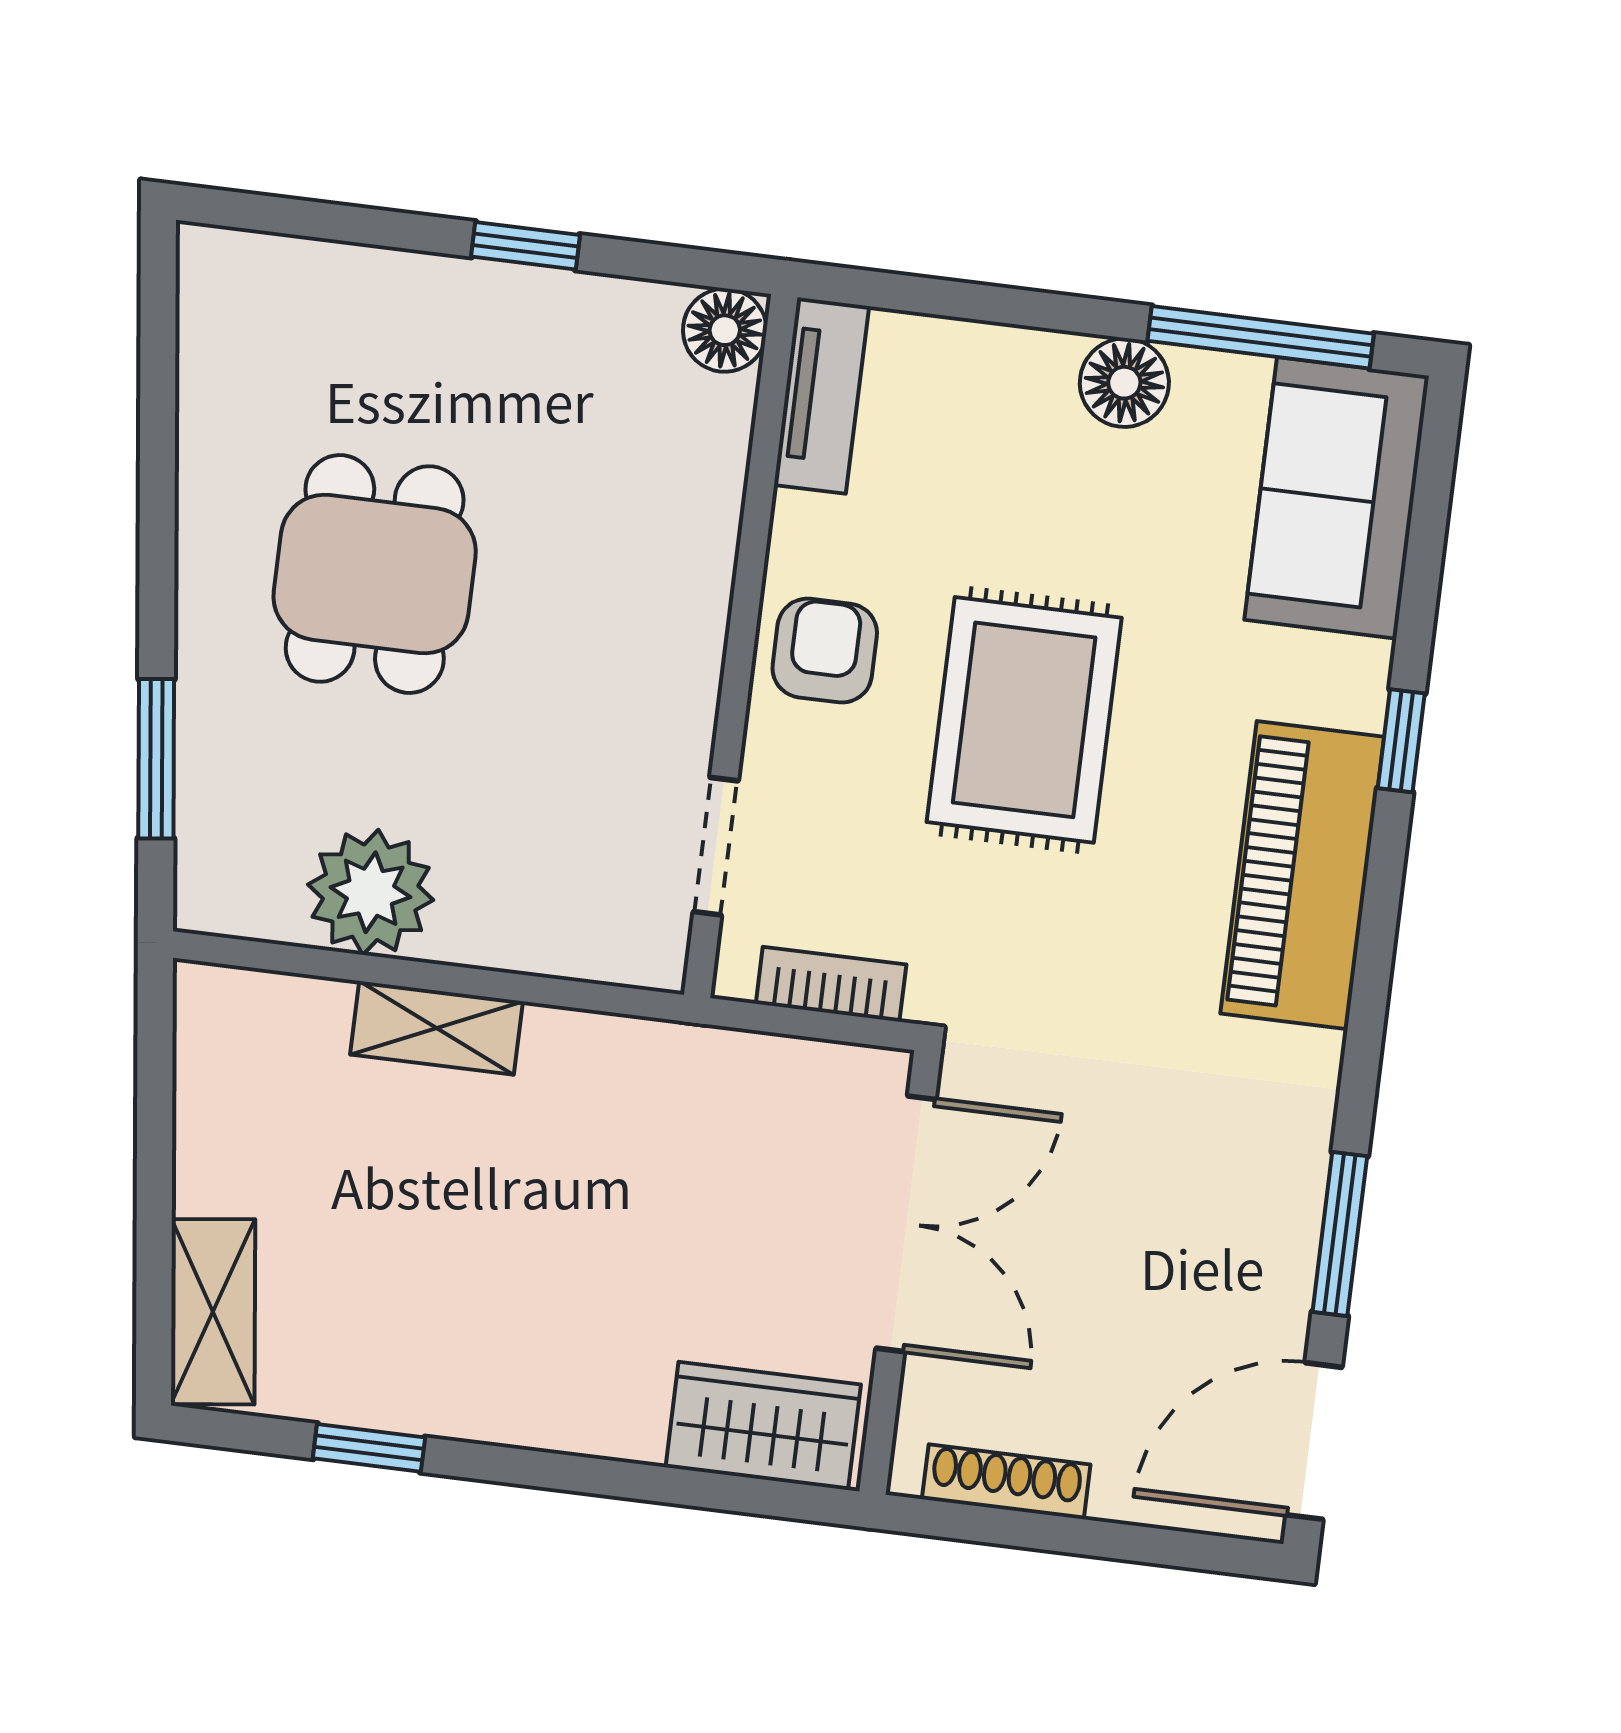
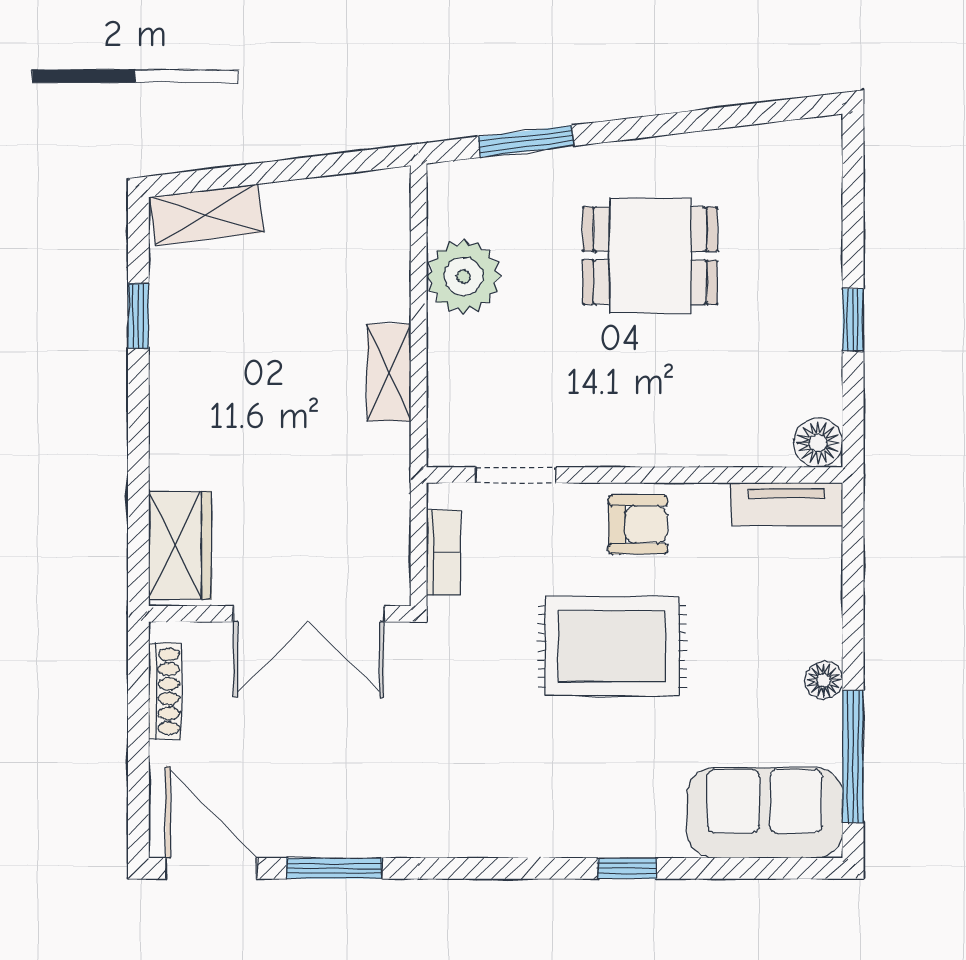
floor lamp: (1124, 383) -> (824, 680), width x0.73, depth x0.73
piano: (1302, 875) -> (541, 820), removed
shelving: (436, 1028) -> (389, 373), moved

